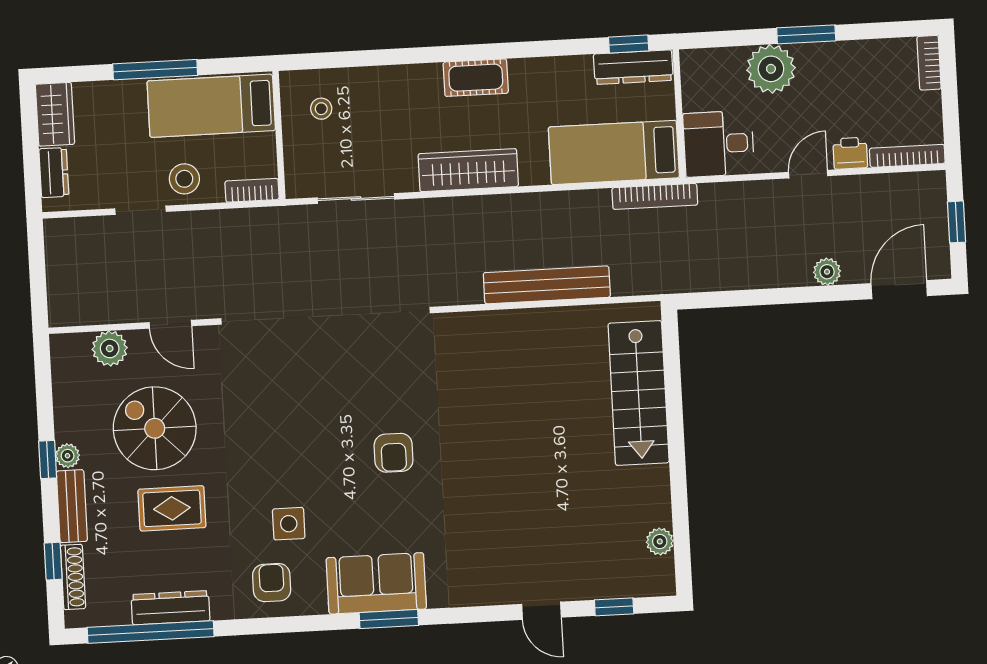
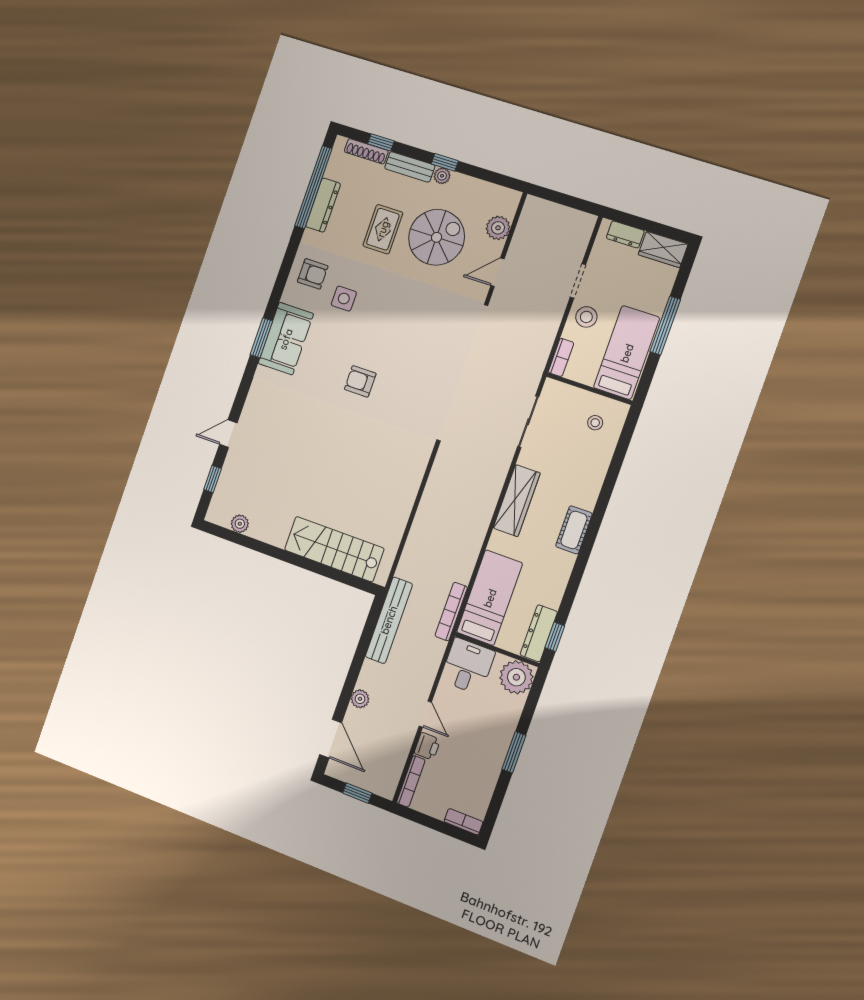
plant: (771, 69) -> (516, 677), moved
bench: (547, 285) -> (389, 620), moved

